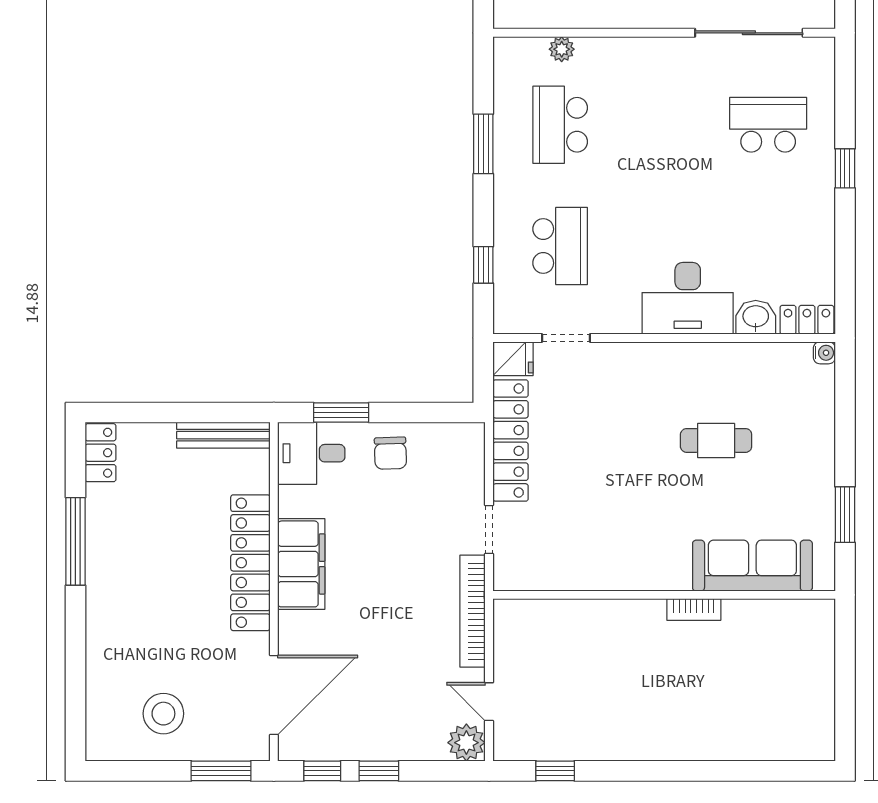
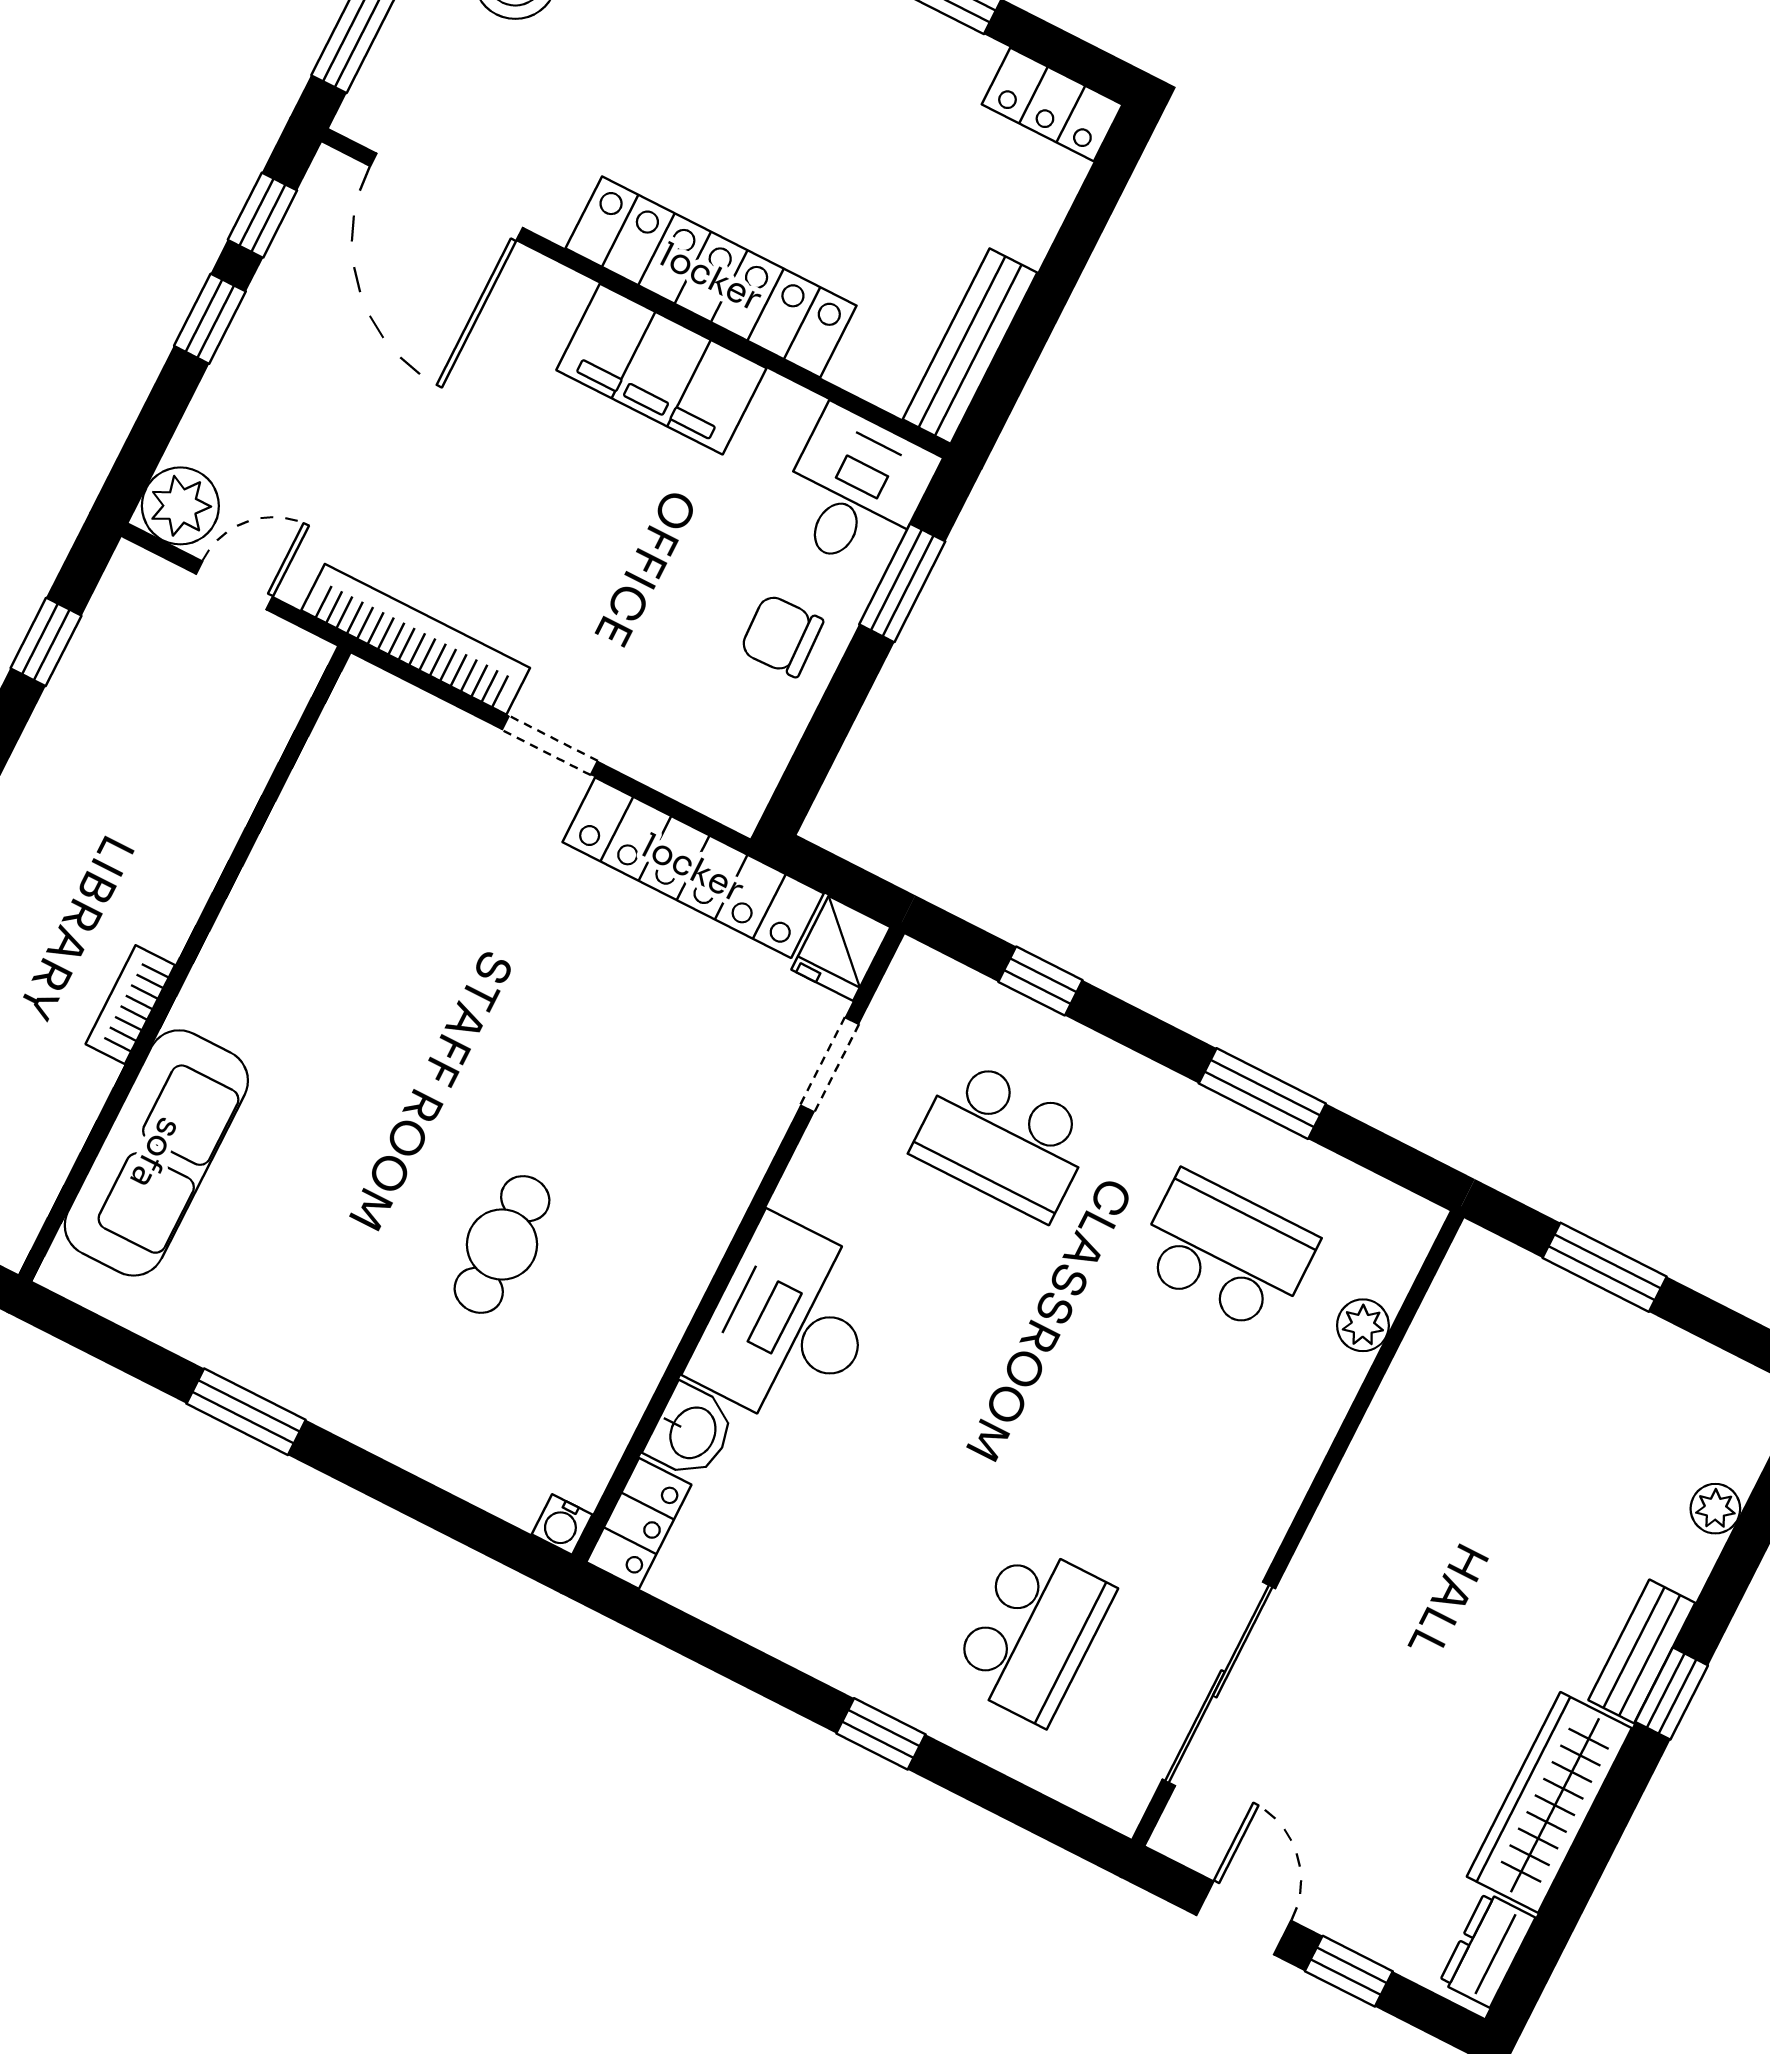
sofa: (752, 566) -> (156, 1153), moved
wall: (664, 595) -> (185, 964), moved
bookcase: (694, 610) -> (130, 1005), moved

